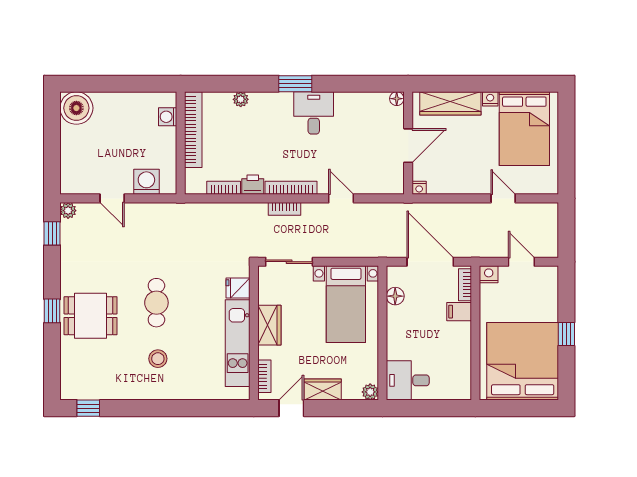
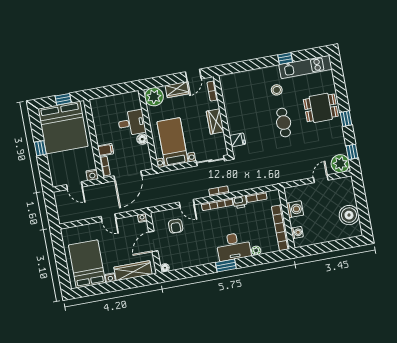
boiler: (76, 108) -> (349, 215), moved
desk: (314, 113) -> (233, 247), moved, width x1.37
armchair: (366, 164) -> (176, 226), added
washing machine: (146, 182) -> (295, 209), moved, turned -90
door: (112, 198) -> (321, 179), hinge flipped
door: (503, 198) -> (108, 218), moved
plant: (68, 211) -> (340, 164), width x1.88, depth x1.88
door: (430, 262) -> (128, 176), hinge flipped
floor lamp: (395, 296) -> (142, 139), moved
window: (52, 311) -> (346, 119), moved
kitchen unit: (238, 343) -> (305, 67), moved, turned 90
desk: (408, 380) -> (132, 123), moved
plant: (370, 392) -> (154, 97), width x1.87, depth x1.87
window: (88, 408) -> (285, 58), moved
window: (514, 408) -> (63, 99), added

